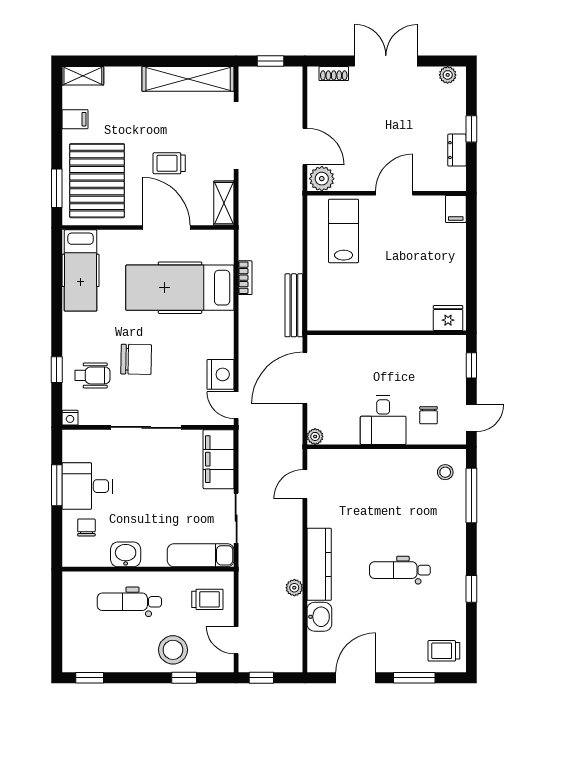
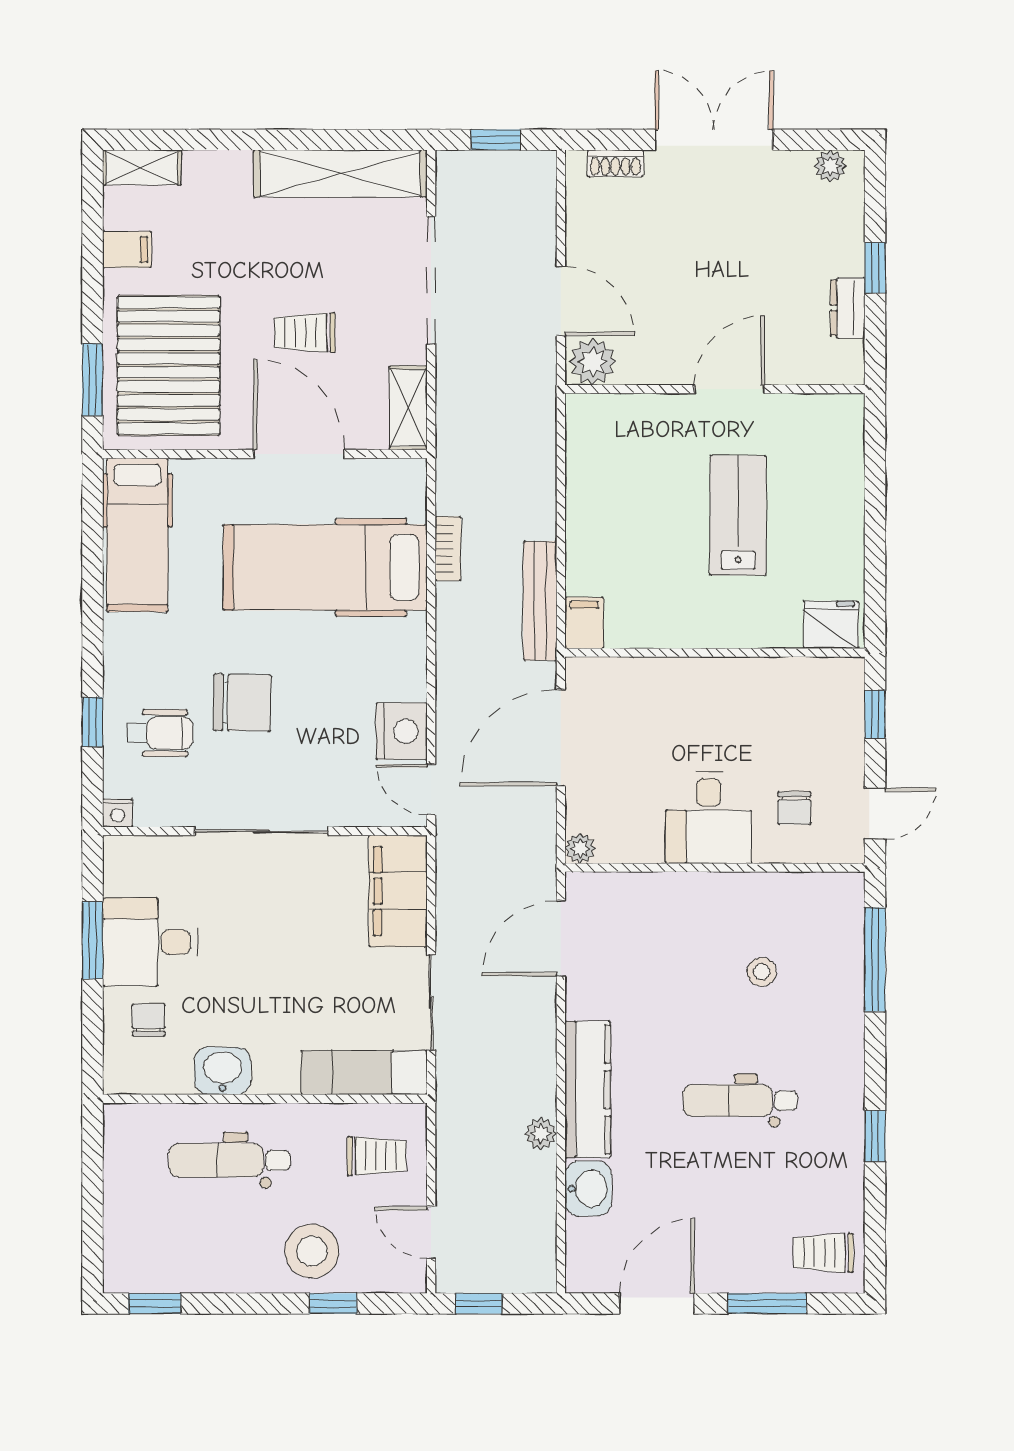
filing cabinet: (456, 209) -> (584, 623), moved, turned 180
lab bench: (344, 231) -> (738, 515), moved
stool: (445, 472) -> (762, 972), moved
door: (305, 484) -> (561, 938), width x1.38

